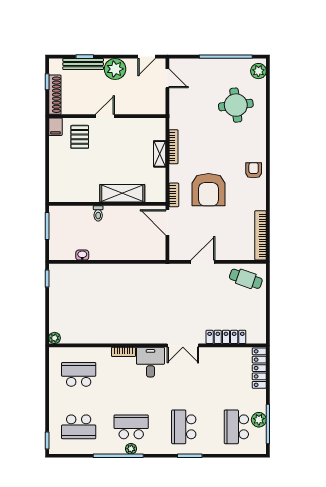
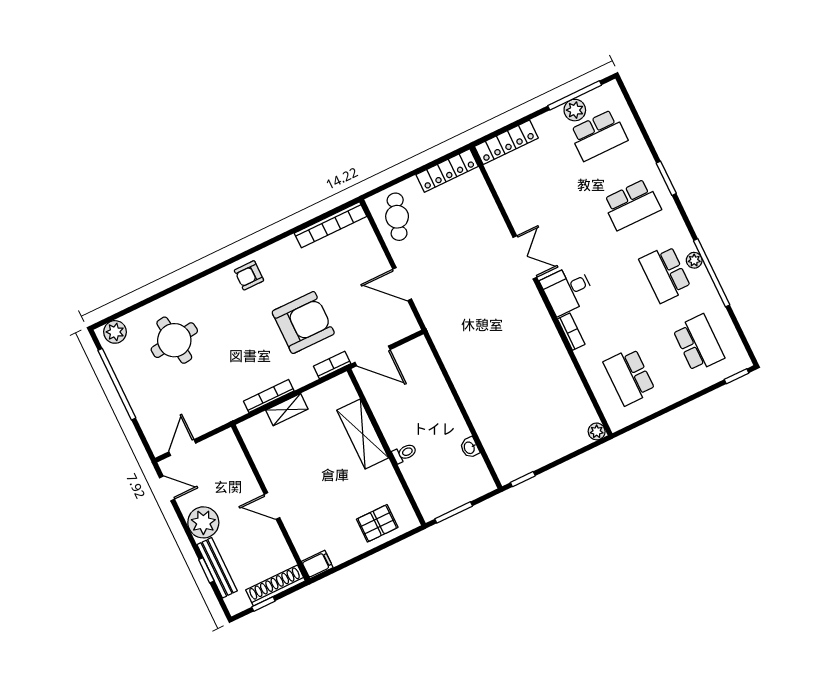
pallet: (80, 137) -> (377, 523), moved
door: (167, 222) -> (372, 356), hinge flipped
locker: (226, 337) -> (447, 171), moved, turned -90

